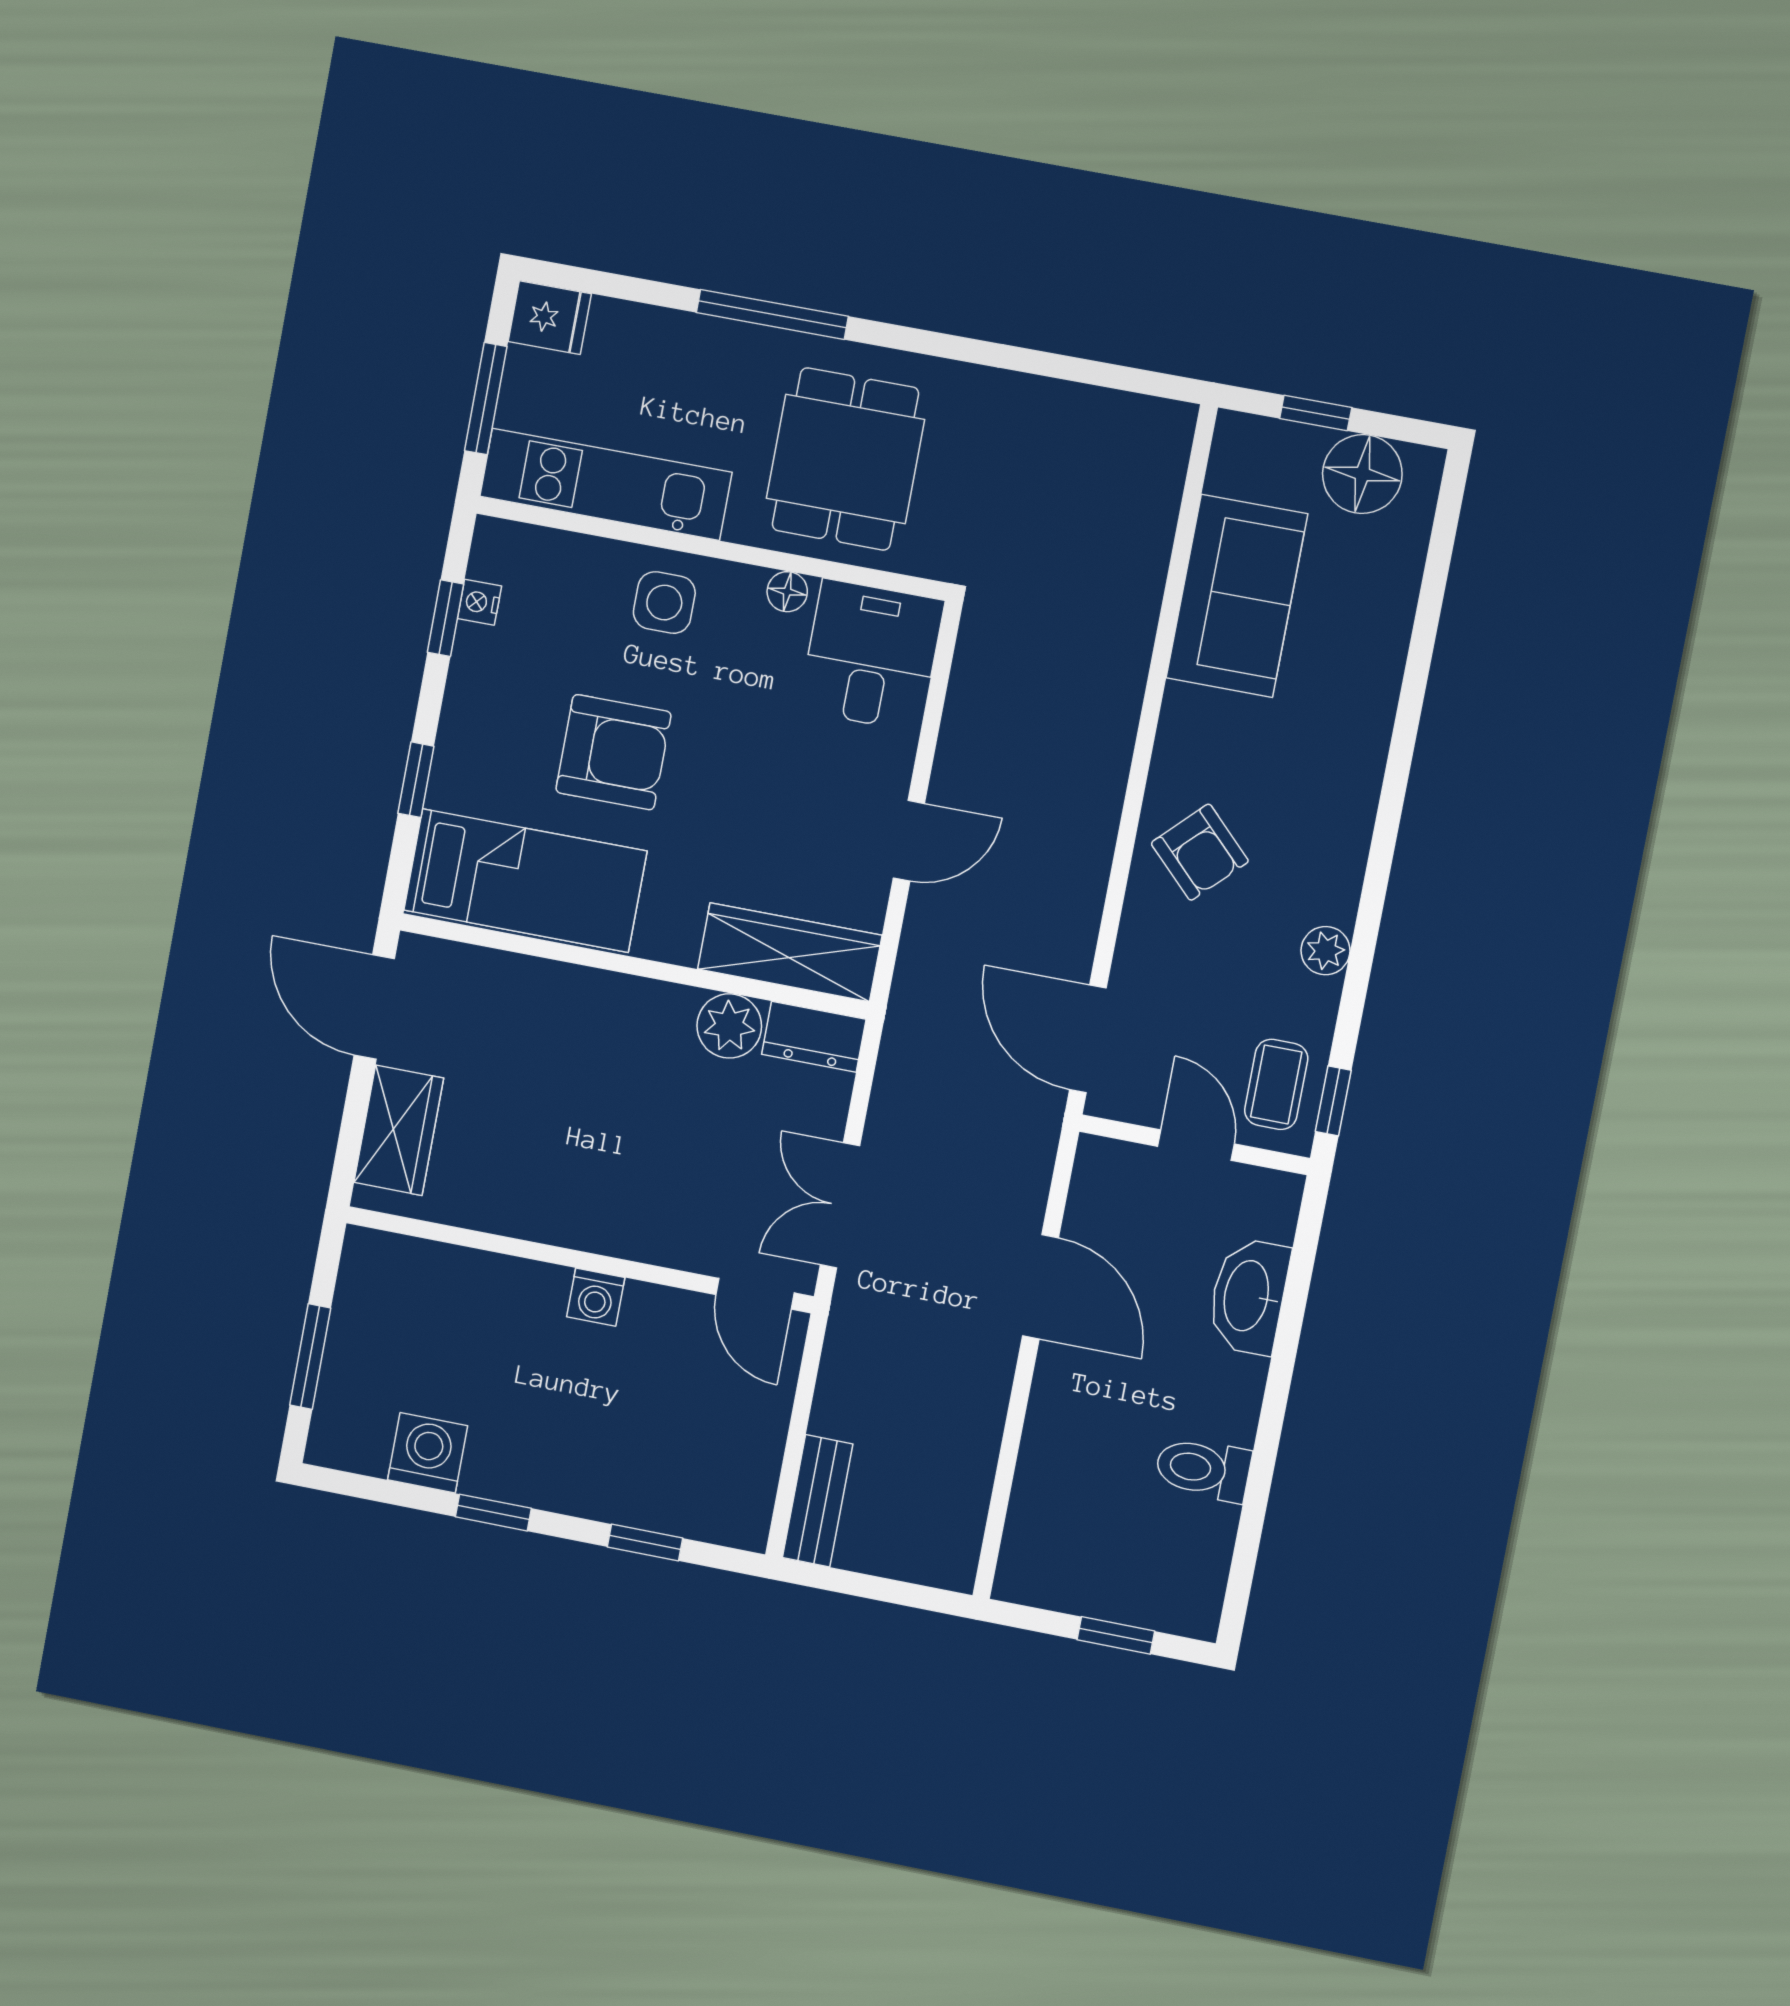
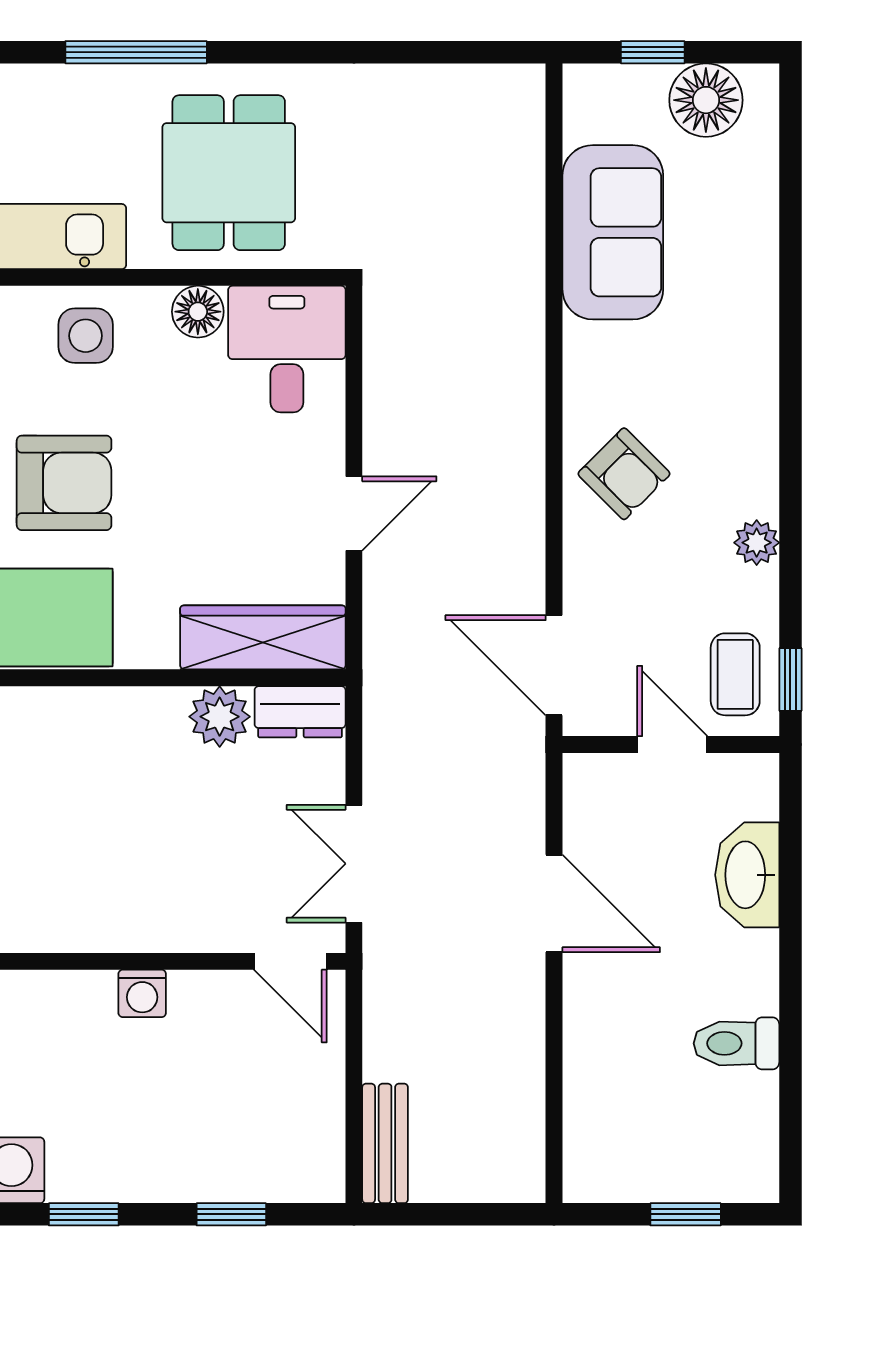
floor lamp: (787, 592) -> (198, 312), width x1.37, depth x1.37

